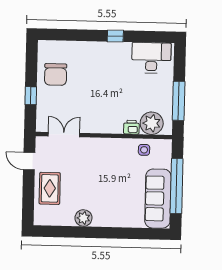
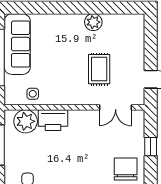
printer: (131, 127) -> (53, 120), width x1.87, depth x1.48
rug: (50, 188) -> (99, 69), moved

